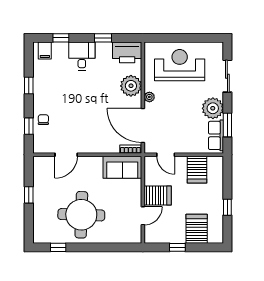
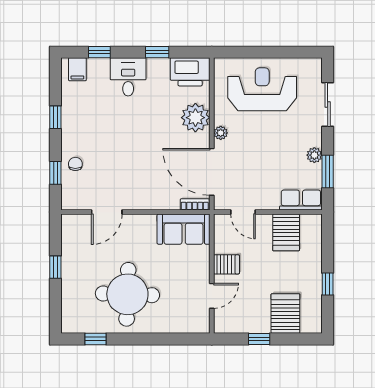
plant: (213, 108) -> (314, 155), width x0.53, depth x0.53
row of seats: (216, 135) -> (301, 200), moved, turned 90
server rack: (158, 195) -> (226, 264), width x0.73, depth x0.70

